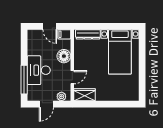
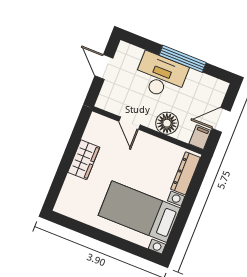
window: (24, 80) -> (183, 59), moved
wardrobe: (85, 95) -> (84, 160), moved
plant: (61, 96) -> (107, 95), removed

